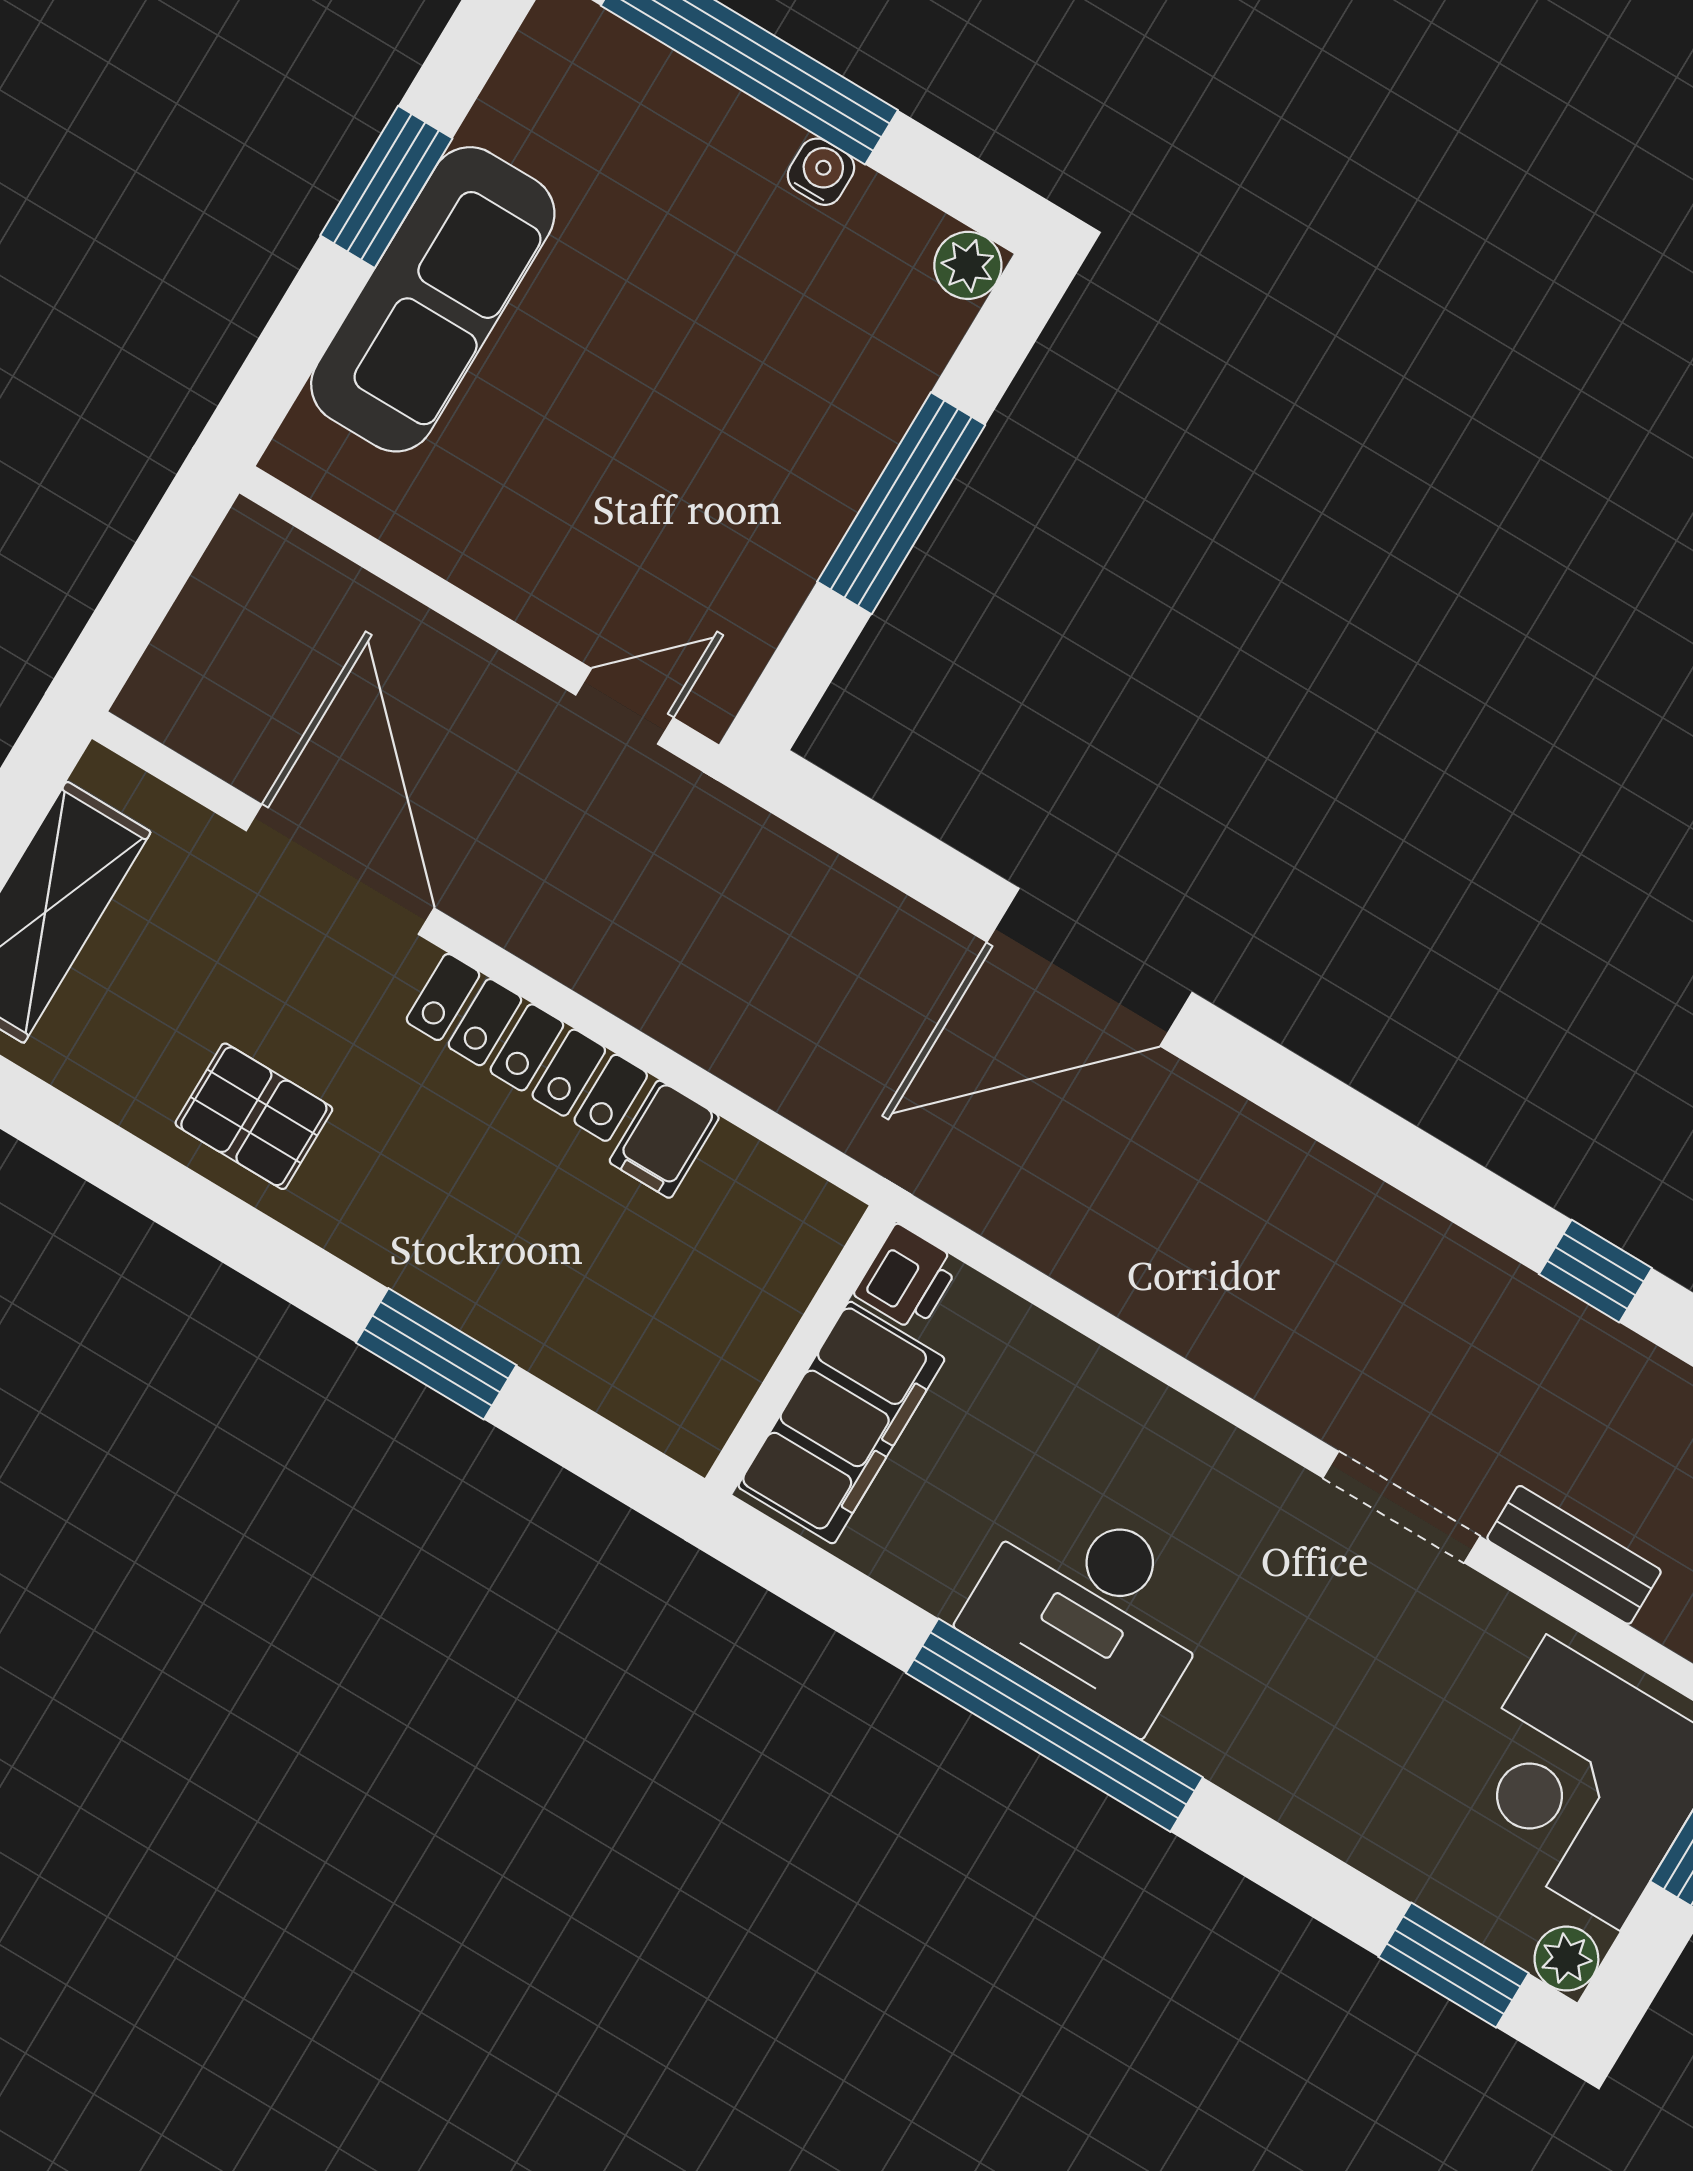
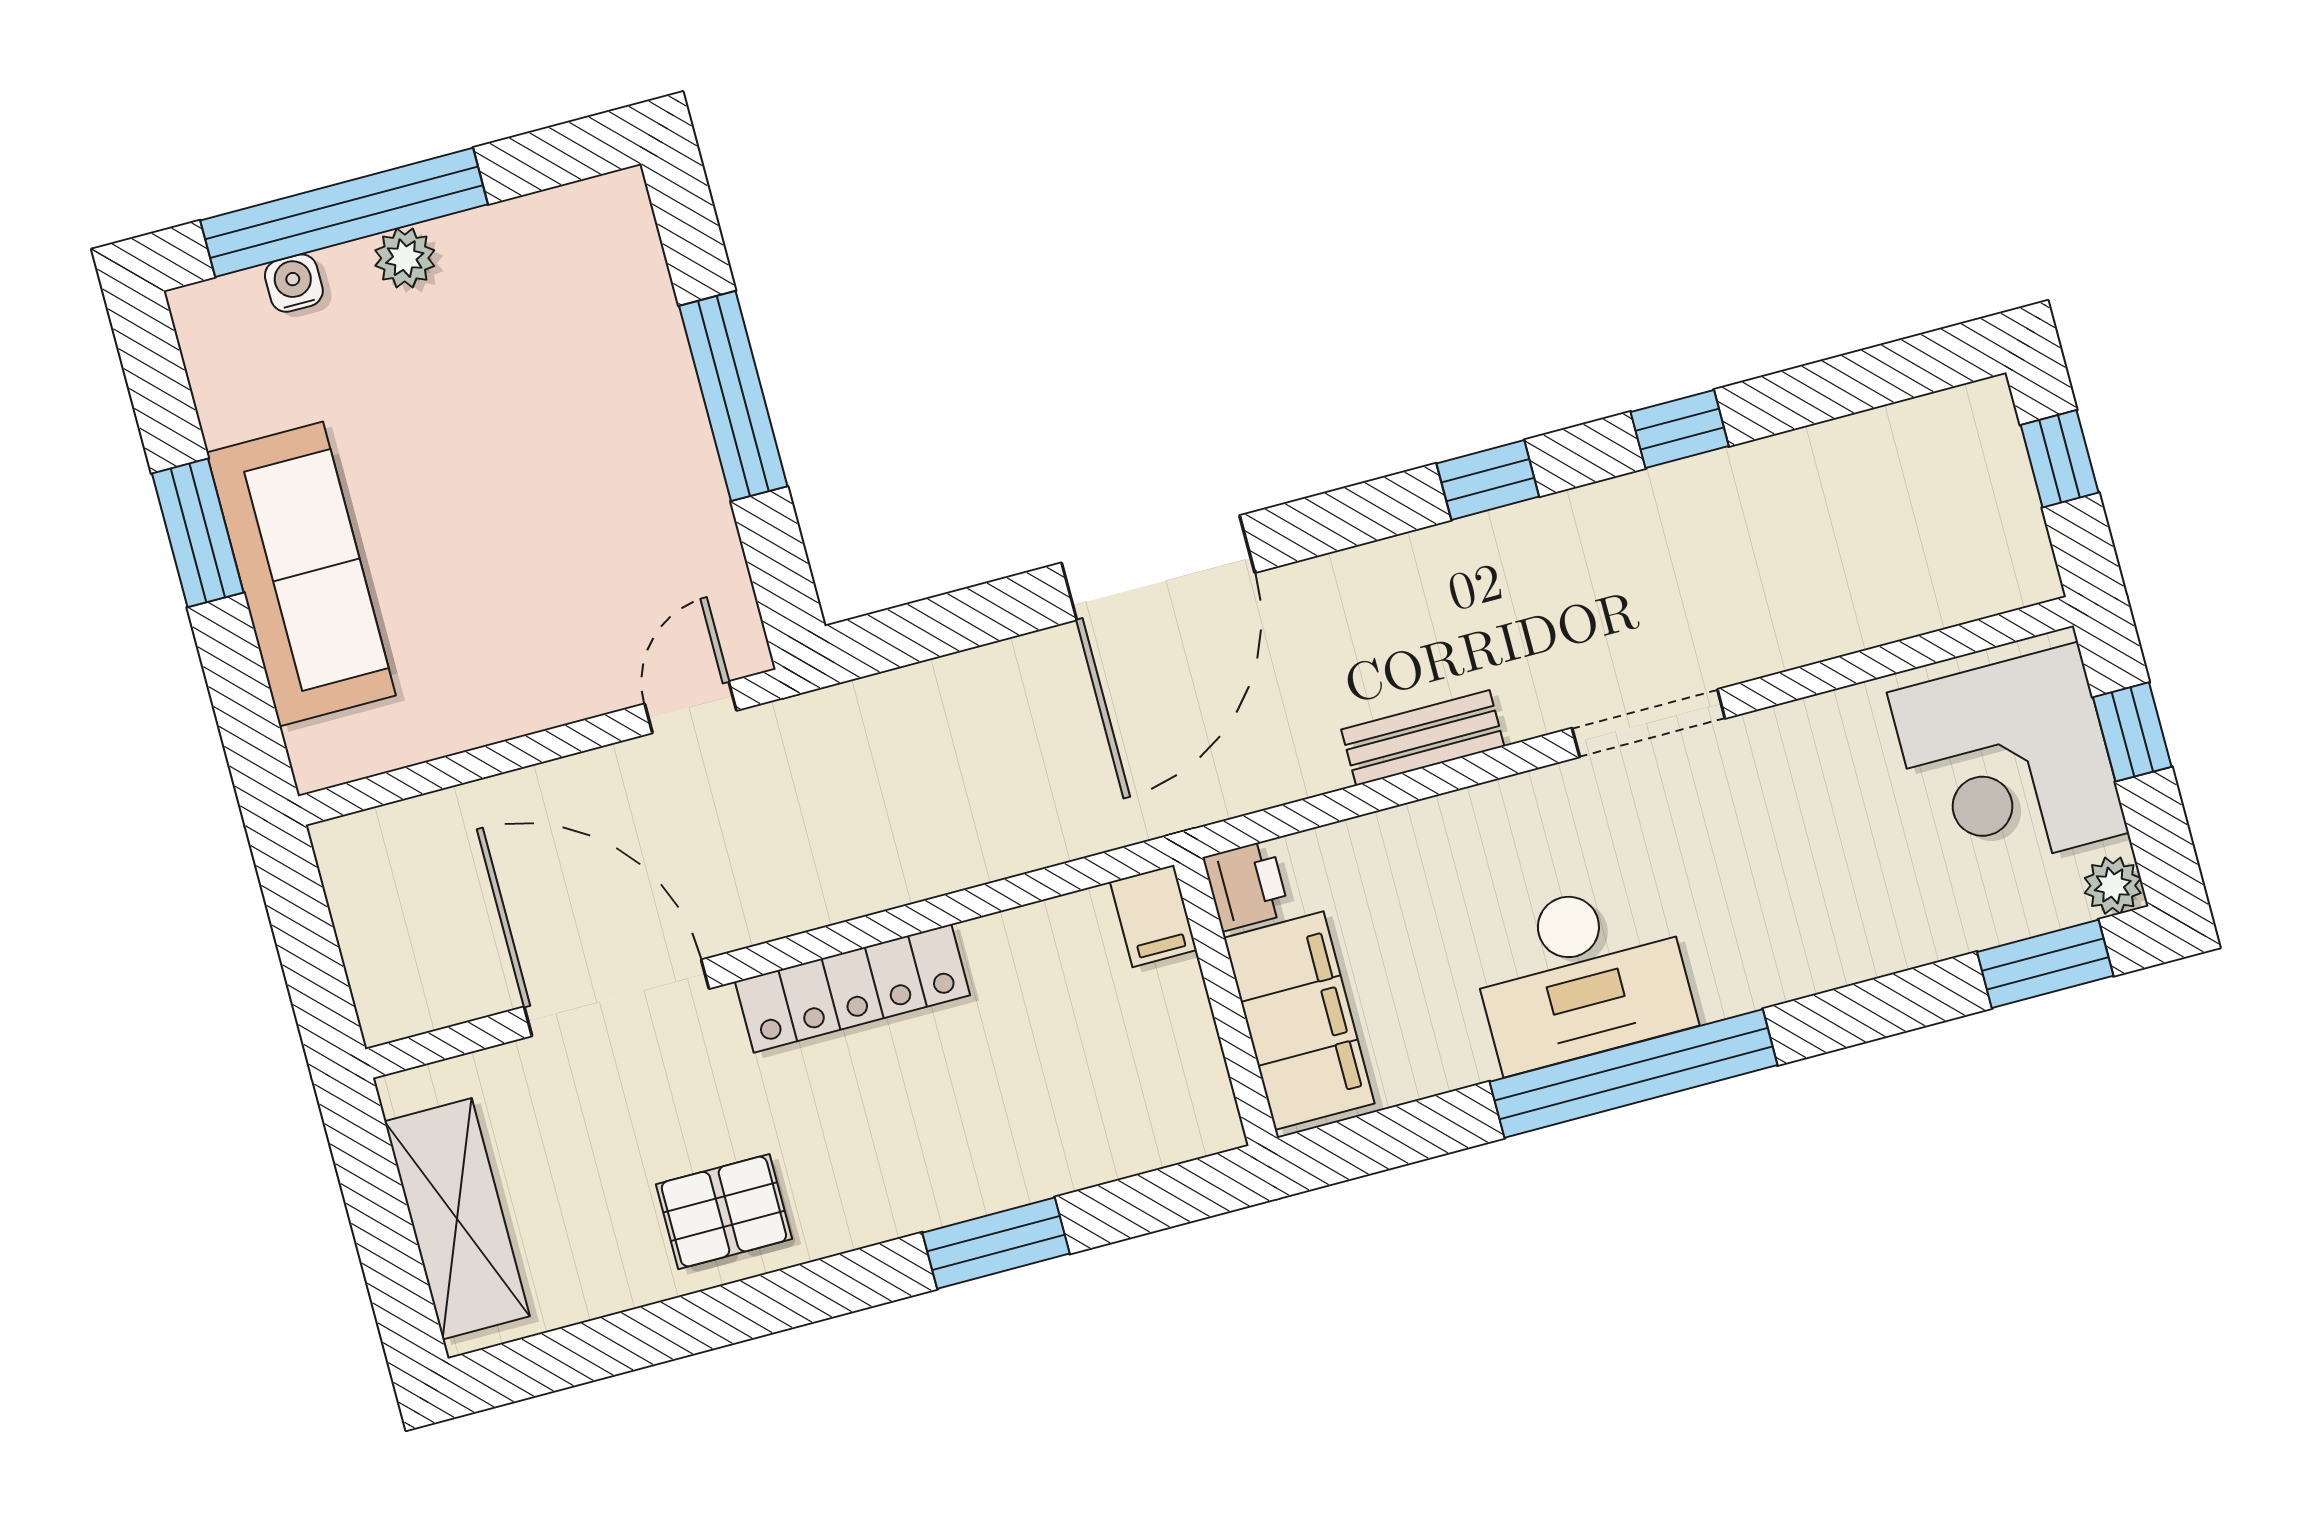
water cooler: (821, 172) -> (294, 283), moved
plant: (968, 265) -> (405, 258), moved
filing cabinet: (664, 1139) -> (1153, 916), moved
window: (1409, 1159) -> (1488, 480), added
doorway: (1401, 1507) -> (1649, 723), moved
bench: (1574, 1555) -> (1423, 738), moved

